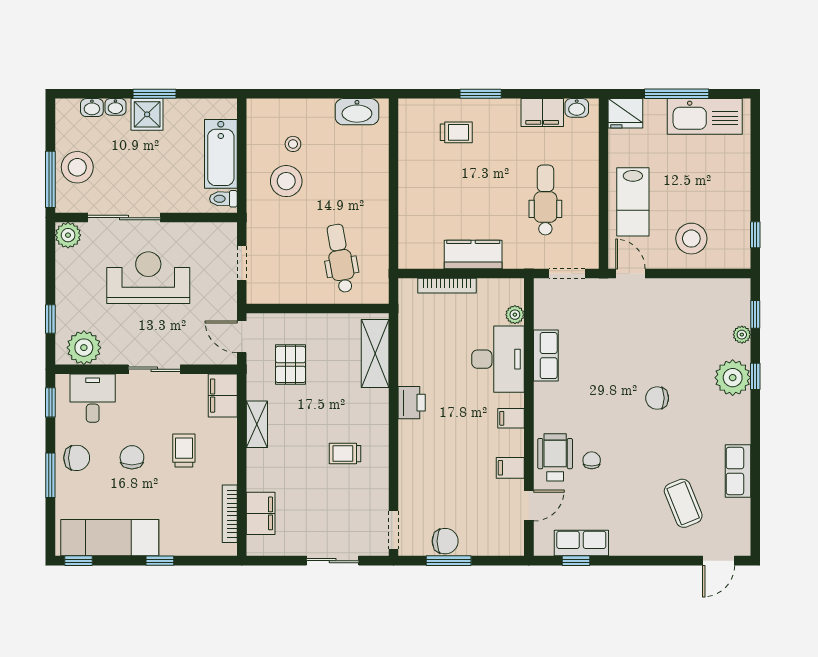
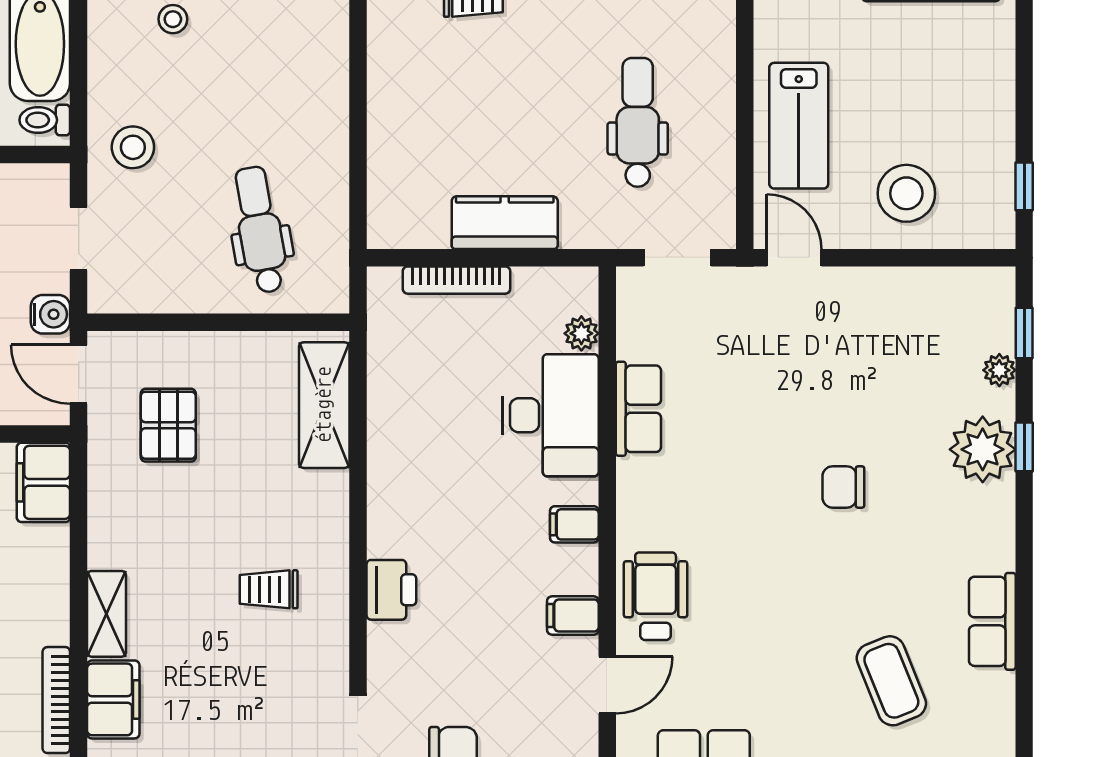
stool: (286, 181) -> (133, 147), moved, width x0.73, depth x0.73
water cooler: (227, 304) -> (50, 314), added
printer: (412, 403) -> (391, 590), moved
shelving: (257, 424) -> (107, 614), moved
chair: (592, 460) -> (723, 602), removed

